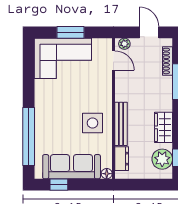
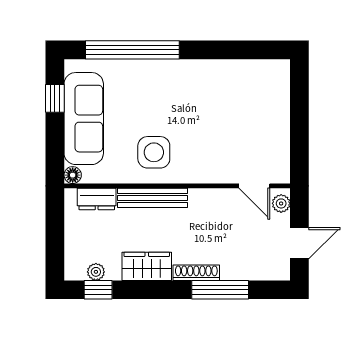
window: (70, 32) -> (299, 117), removed
corner sofa: (63, 58) -> (258, 105), removed
door: (113, 60) -> (254, 186), hinge flipped
shoe rack: (167, 61) -> (196, 273), moved
plant: (162, 159) -> (96, 272), width x0.53, depth x0.53

